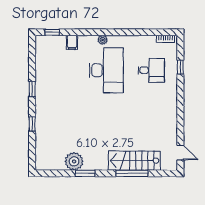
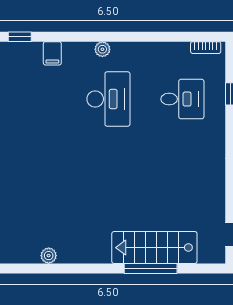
desk: (106, 70) -> (108, 99), width x0.73, depth x0.77
plant: (74, 161) -> (49, 256), width x0.53, depth x0.53
window: (85, 173) -> (74, 268), removed

